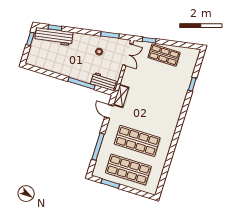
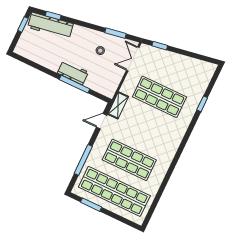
double door: (128, 55) -> (133, 59), swing flipped
shop shelf: (164, 55) -> (159, 97), moved, width x1.43, depth x1.36
workbench: (104, 82) -> (73, 73), moved
door: (109, 111) -> (102, 121), hinge flipped
shop shelf: (128, 169) -> (114, 191), width x1.40

